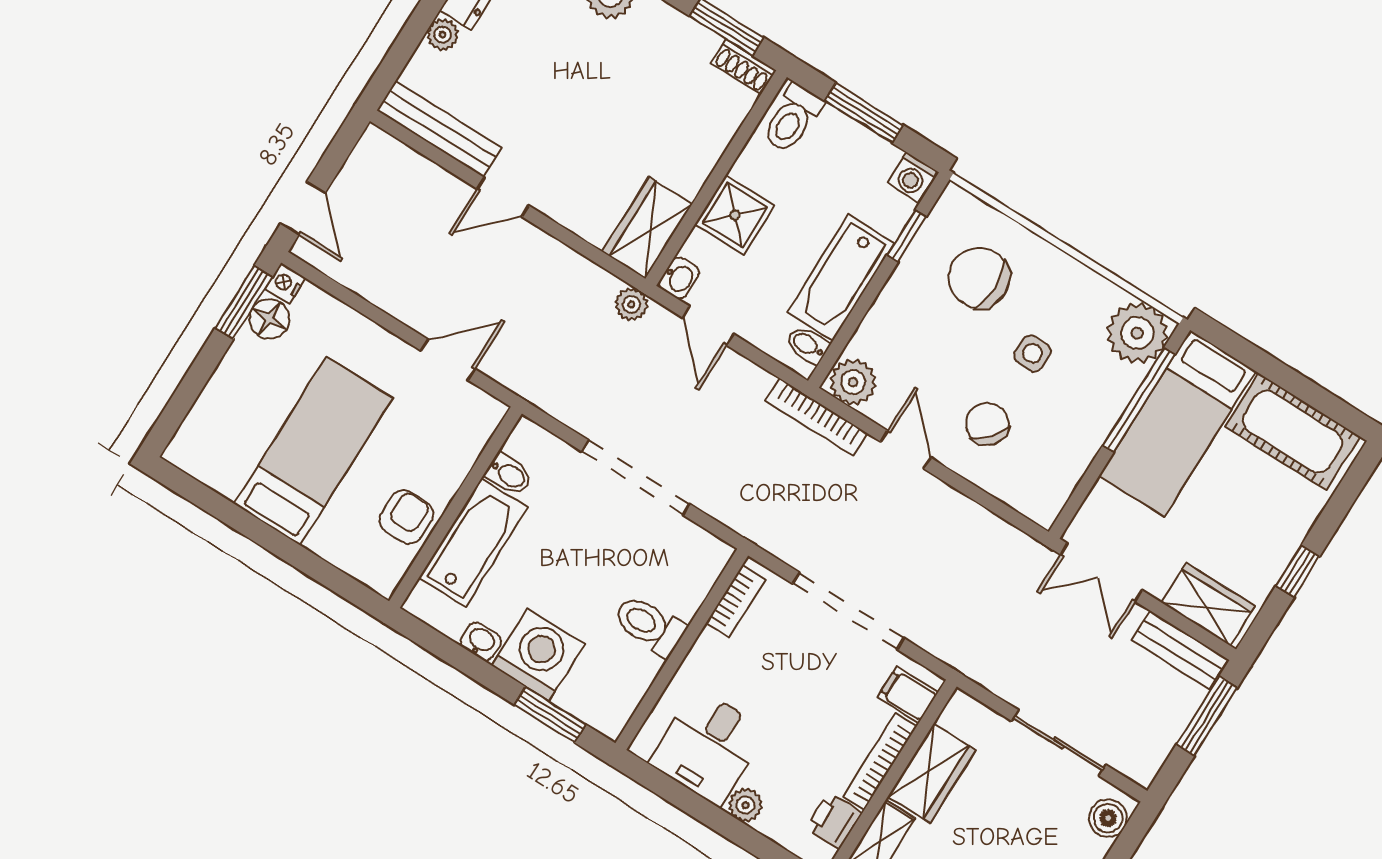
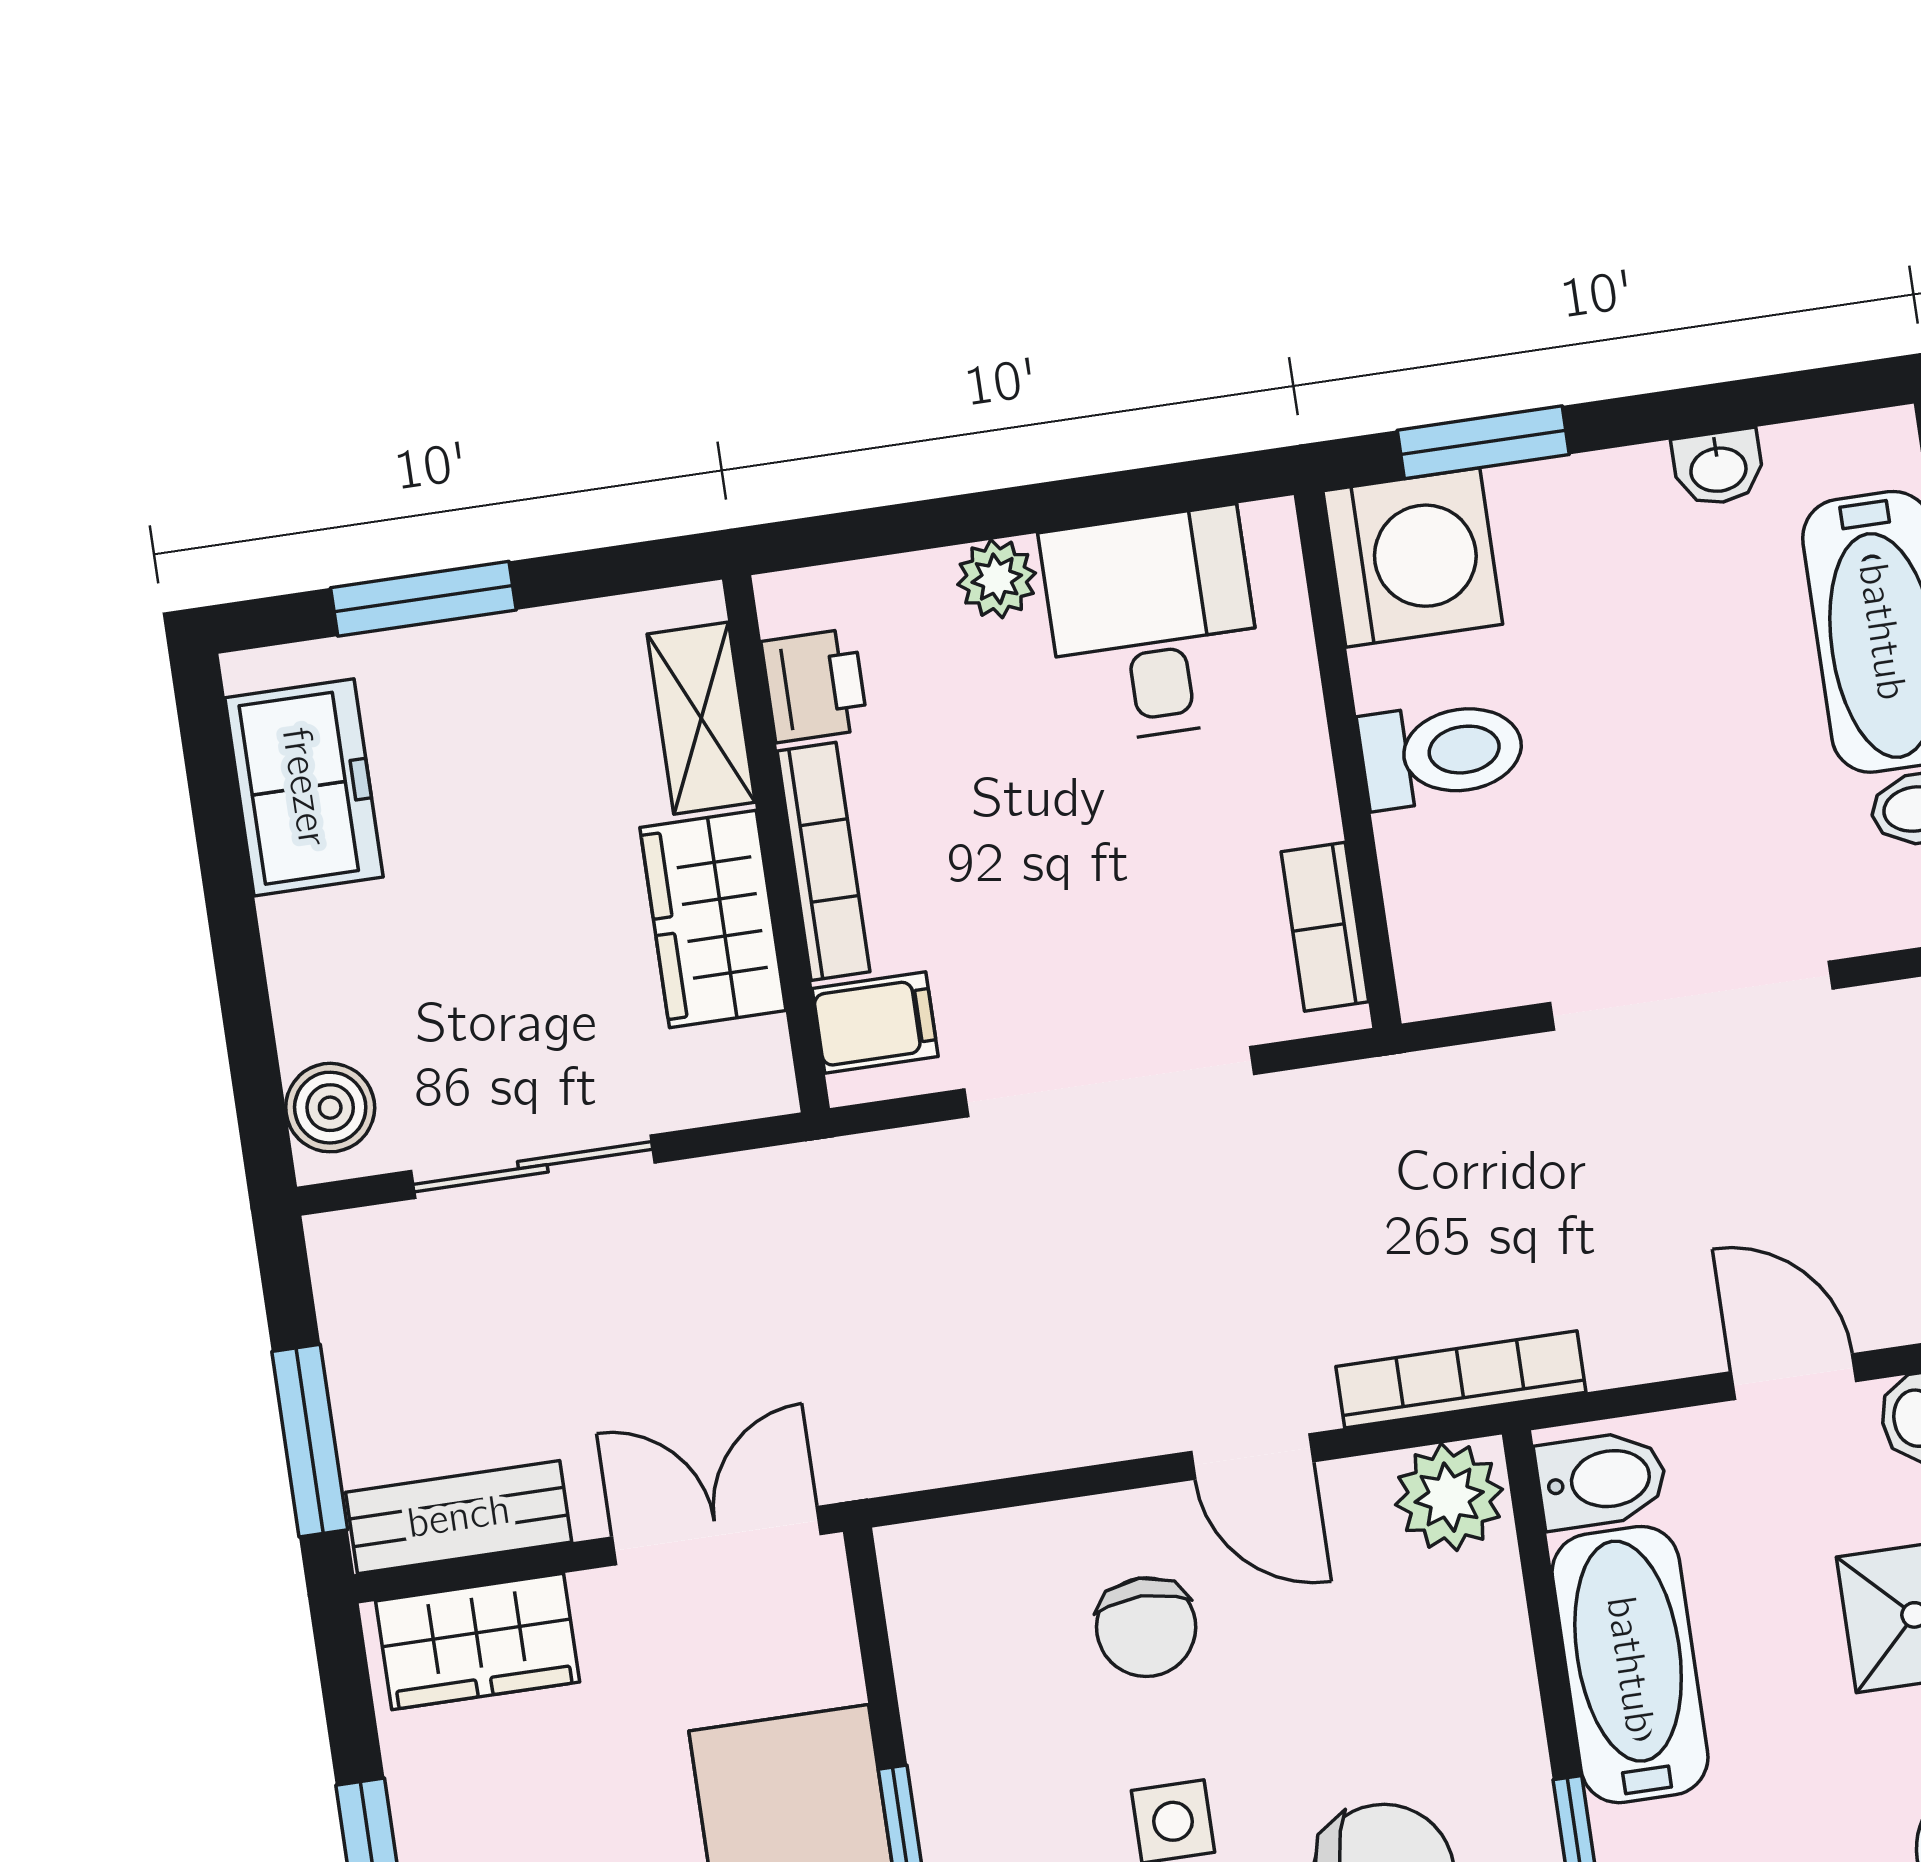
bidet: (808, 345) -> (1602, 1480), width x1.38, depth x1.36
chair: (987, 424) -> (1146, 1627), turned 50
washing machine: (538, 655) -> (1413, 558), moved, turned -90

